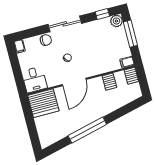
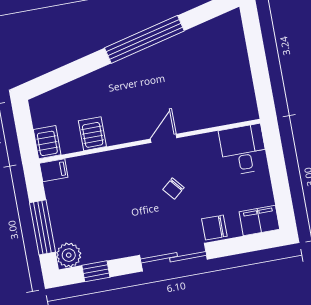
filing cabinet: (19, 46) -> (259, 220), width x2.00
door: (74, 82) -> (164, 138), width x0.53
server rack: (43, 103) -> (229, 101), removed

